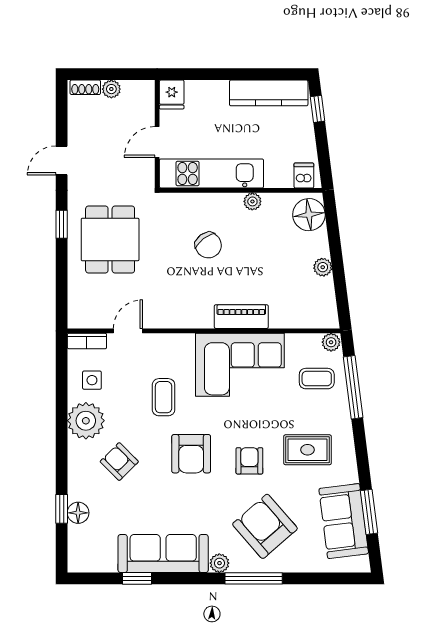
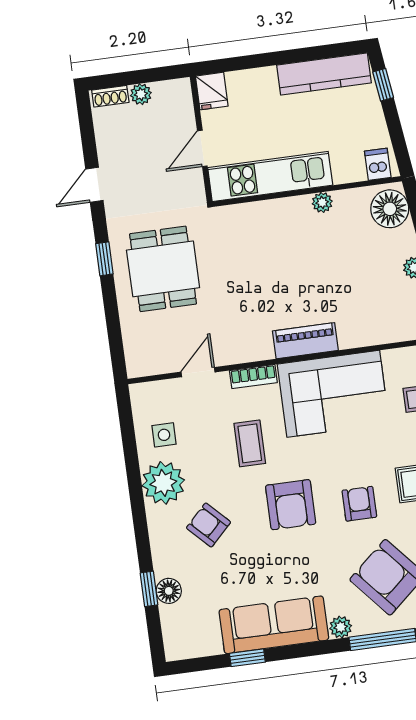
chair: (208, 245) -> (278, 260), removed
piano: (241, 317) -> (305, 341), moved
bookcase: (87, 341) -> (253, 377), moved

